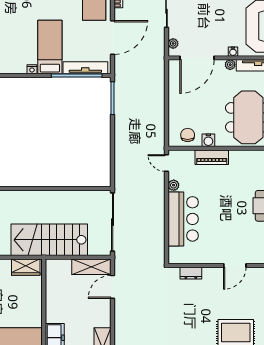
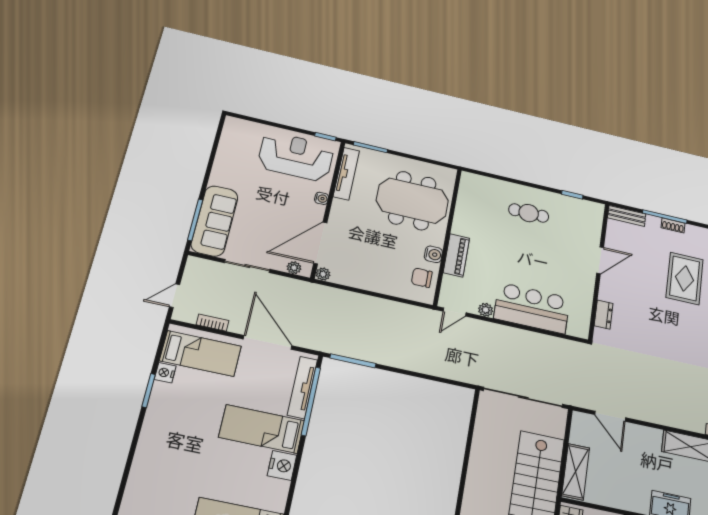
door: (197, 58) -> (320, 243), swing flipped
plant: (230, 65) -> (323, 274), moved
nightstand: (32, 69) -> (282, 465), width x1.89, depth x1.79
door: (235, 265) -> (600, 260), hinge flipped
shelving: (91, 267) -> (576, 472), moved

